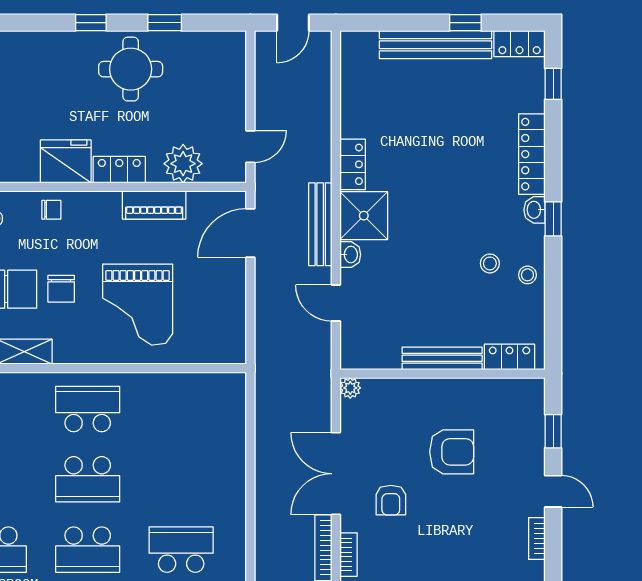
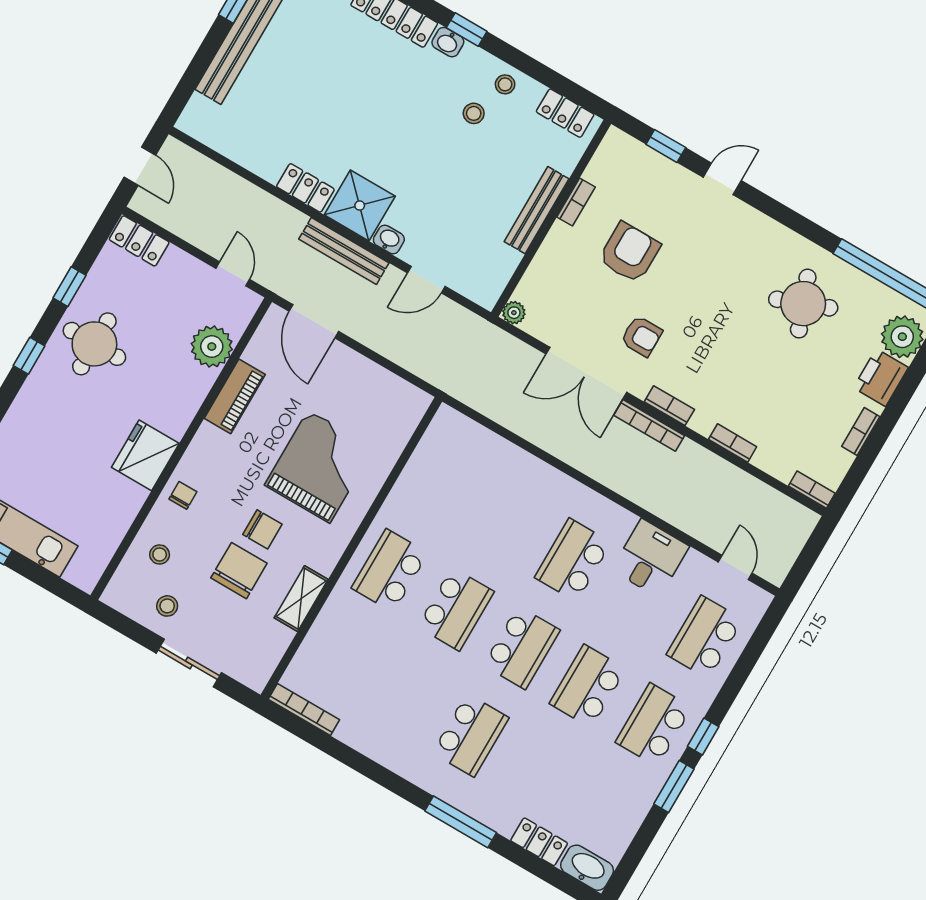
locker: (119, 170) -> (139, 241), moved, turned -90
grand piano: (138, 305) -> (319, 466), turned -90
locker: (509, 357) -> (565, 113), moved, turned -90
bookcase: (537, 538) -> (576, 202), moved, turned -90

